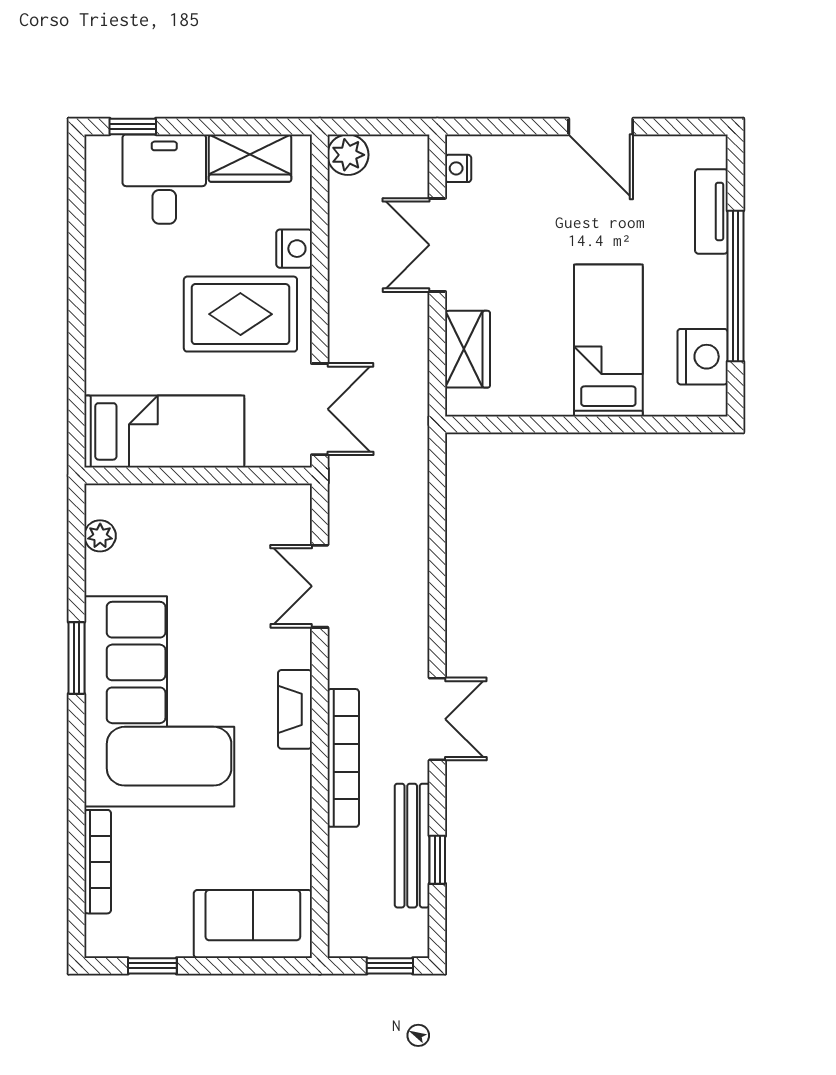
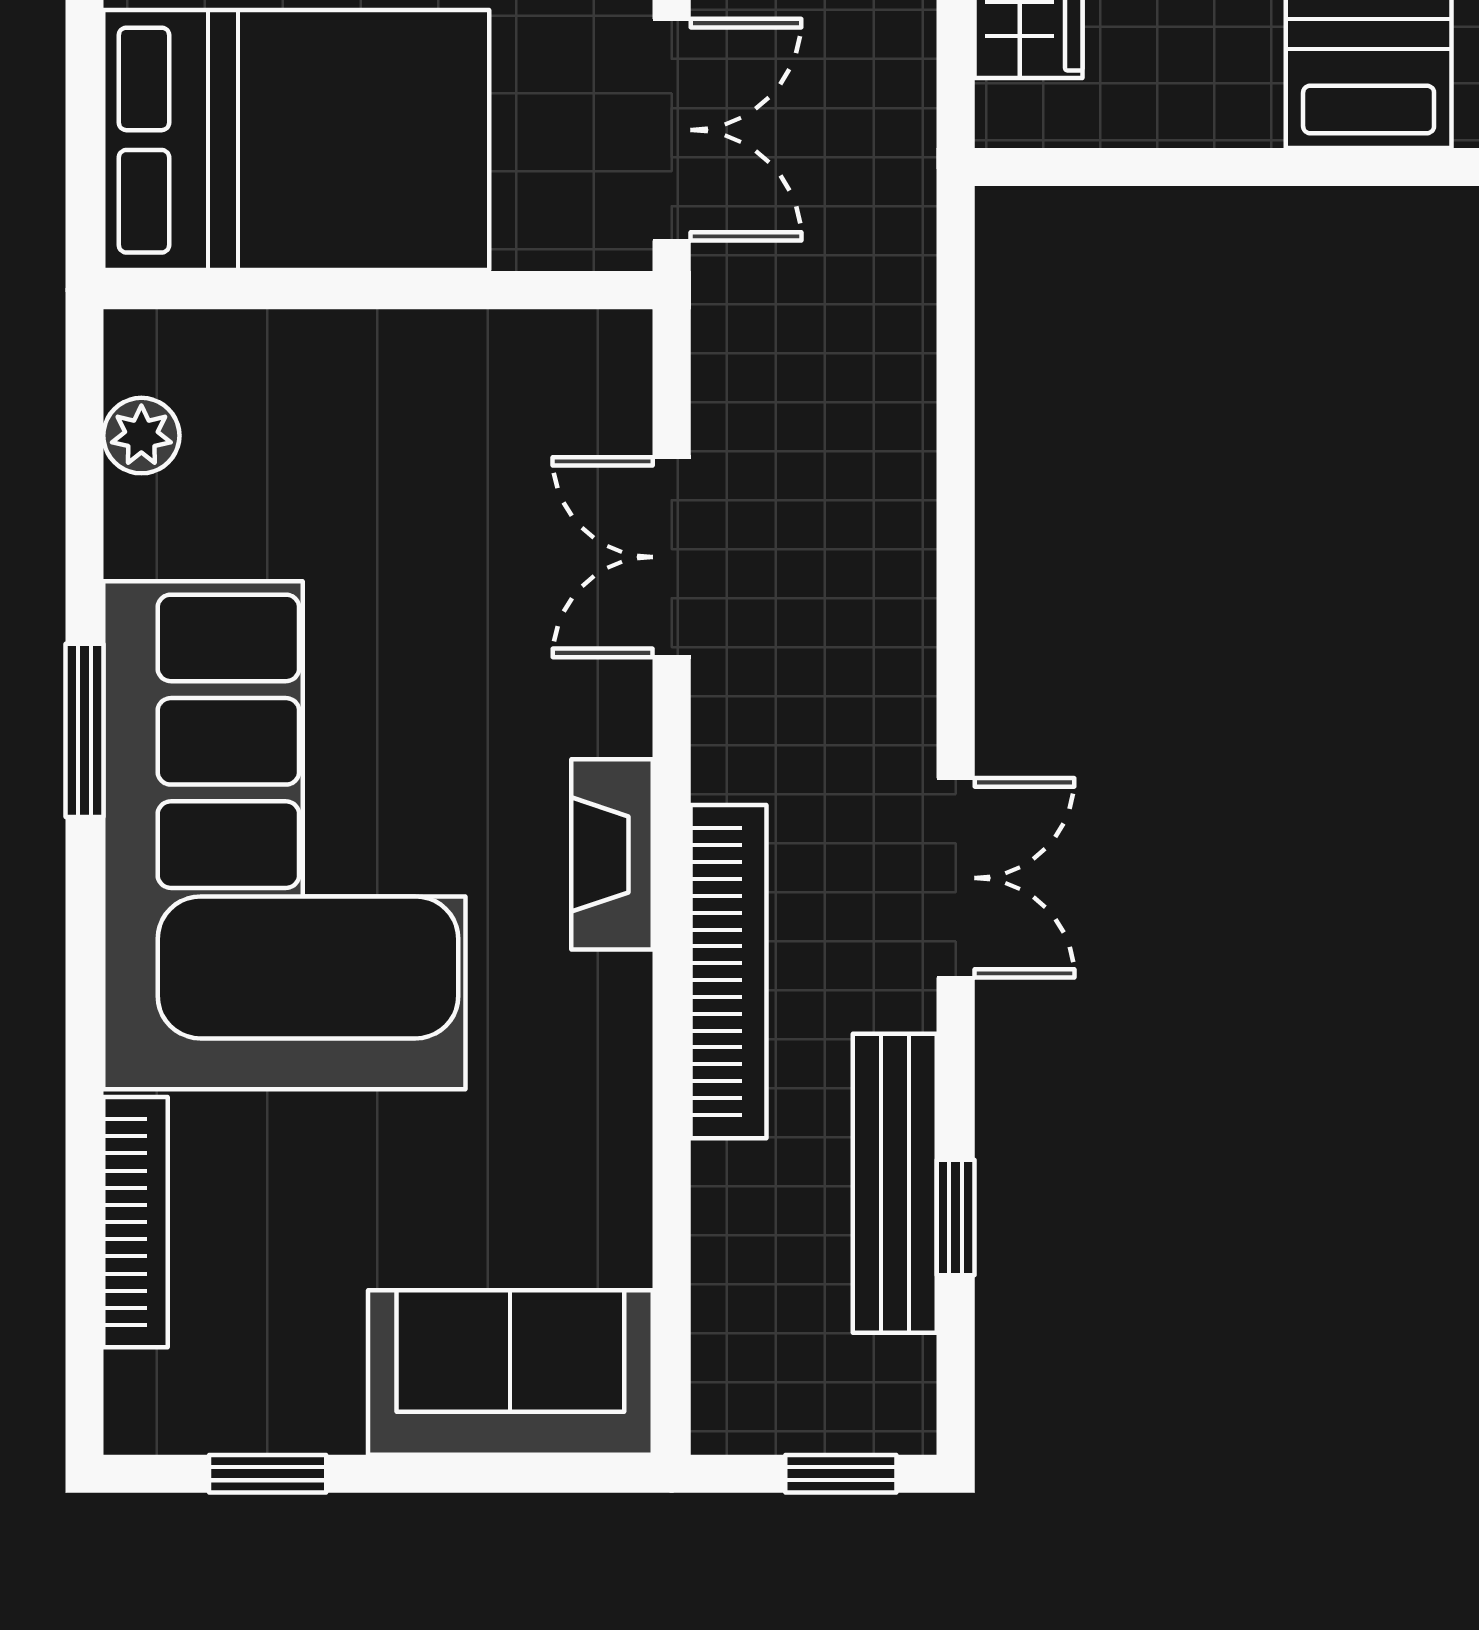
bed: (164, 431) -> (296, 140), width x1.50

